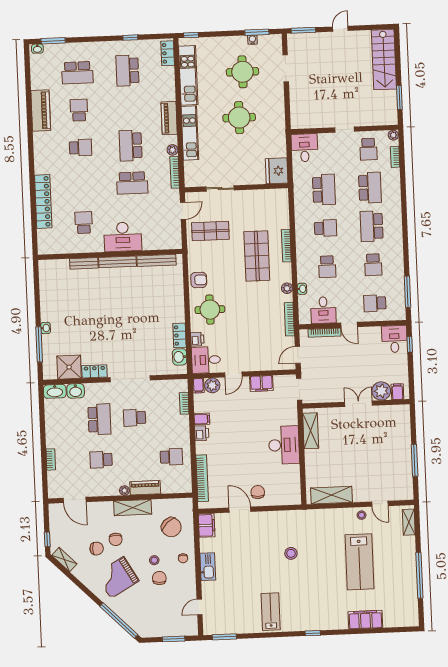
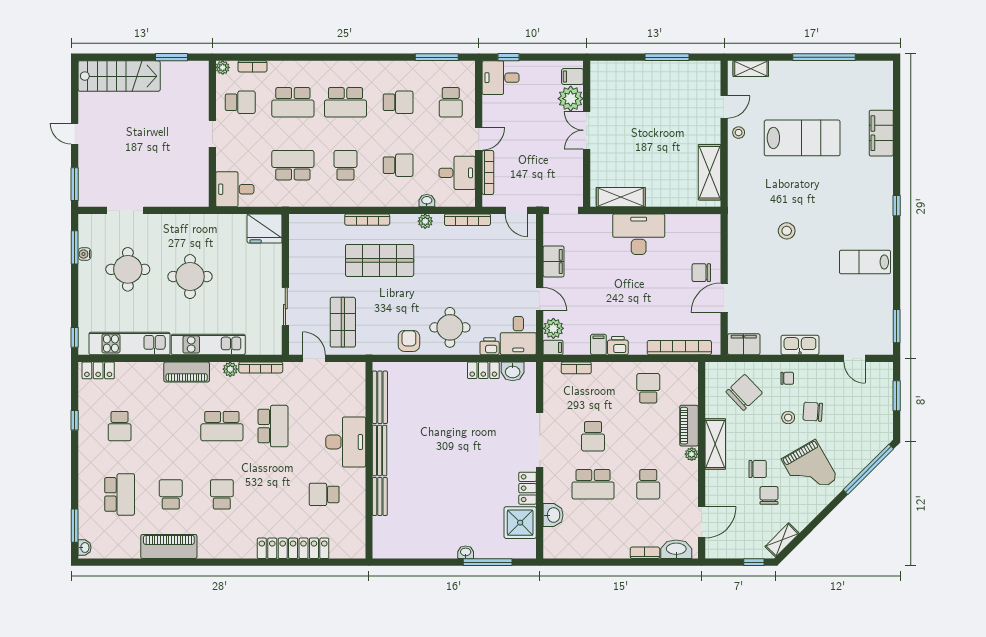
school desk: (127, 71) -> (120, 426), width x0.54
school desk: (79, 110) -> (171, 494), turned 90
school desk: (370, 188) -> (293, 102), turned 180
washbasin: (55, 391) -> (676, 549), moved, turned -90
school desk: (99, 419) -> (593, 484), turned 180

